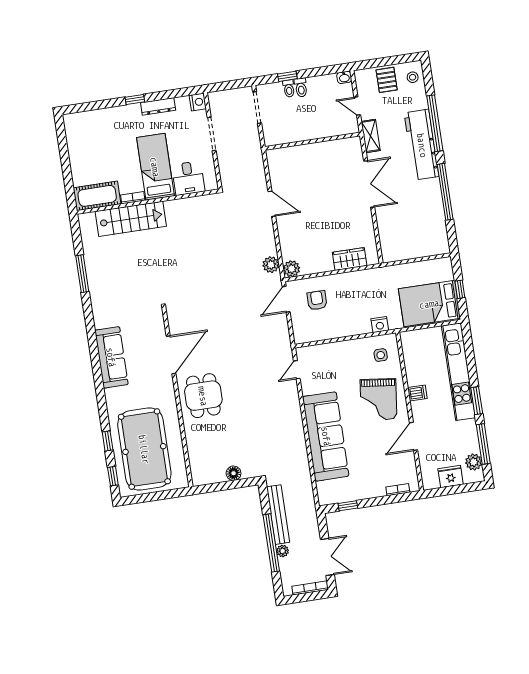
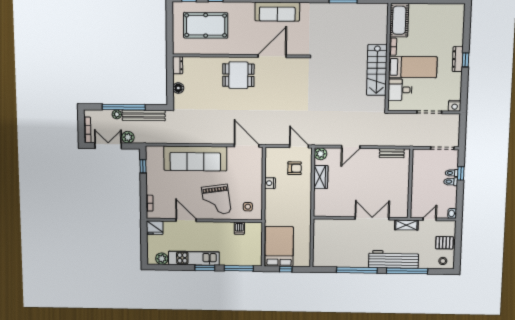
dresser: (158, 106) -> (458, 59), moved
bench: (275, 174) -> (392, 153), added
double door: (369, 184) -> (372, 218), swing flipped
door: (272, 204) -> (351, 147), moved
stairs: (131, 219) -> (377, 70), moved
wardrobe: (350, 259) -> (321, 177), moved
plant: (271, 265) -> (128, 137), moved
nightstand: (380, 325) -> (270, 183), moved
door: (171, 355) -> (272, 56), swing flipped
door: (297, 370) -> (247, 146), width x1.88
kitchen unit: (458, 372) -> (194, 258), moved, width x0.73
dishwasher: (417, 393) -> (239, 228), moved
grand piano: (378, 399) -> (216, 200), turned -105
window: (483, 444) -> (239, 268), moved
pool table: (144, 449) -> (206, 25), width x0.73, depth x0.76
fridge: (451, 476) -> (155, 228), moved, turned 90
dresser: (203, 478) -> (178, 65), added
double door: (327, 557) -> (108, 146), swing flipped

